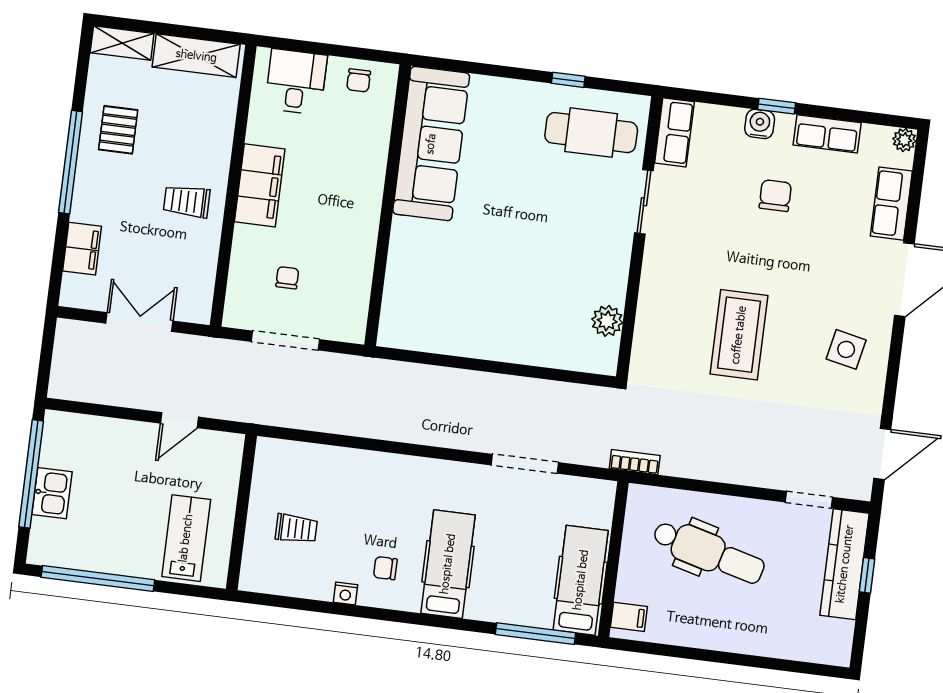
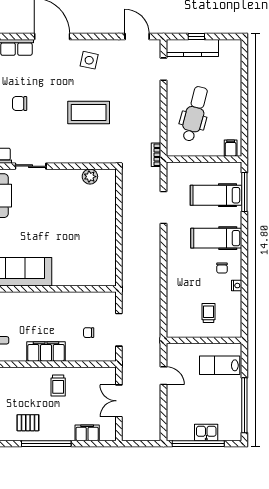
hospital bed: (581, 580) -> (216, 195), moved

